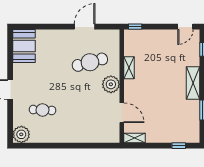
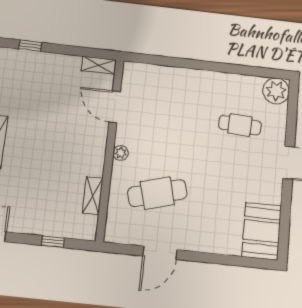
window: (135, 27) -> (53, 242), moved
shelving: (129, 68) -> (93, 196), moved
plant: (111, 84) -> (121, 153), width x0.53, depth x0.53

